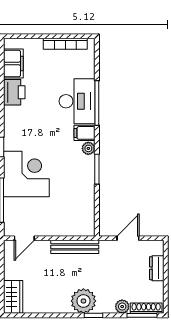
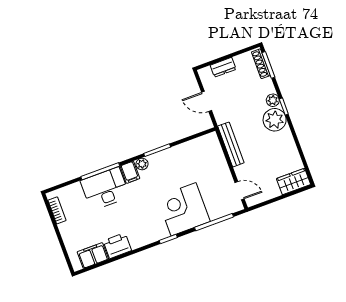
bookcase: (65, 44) -> (57, 210), width x0.64
plant: (122, 307) -> (273, 100), moved

